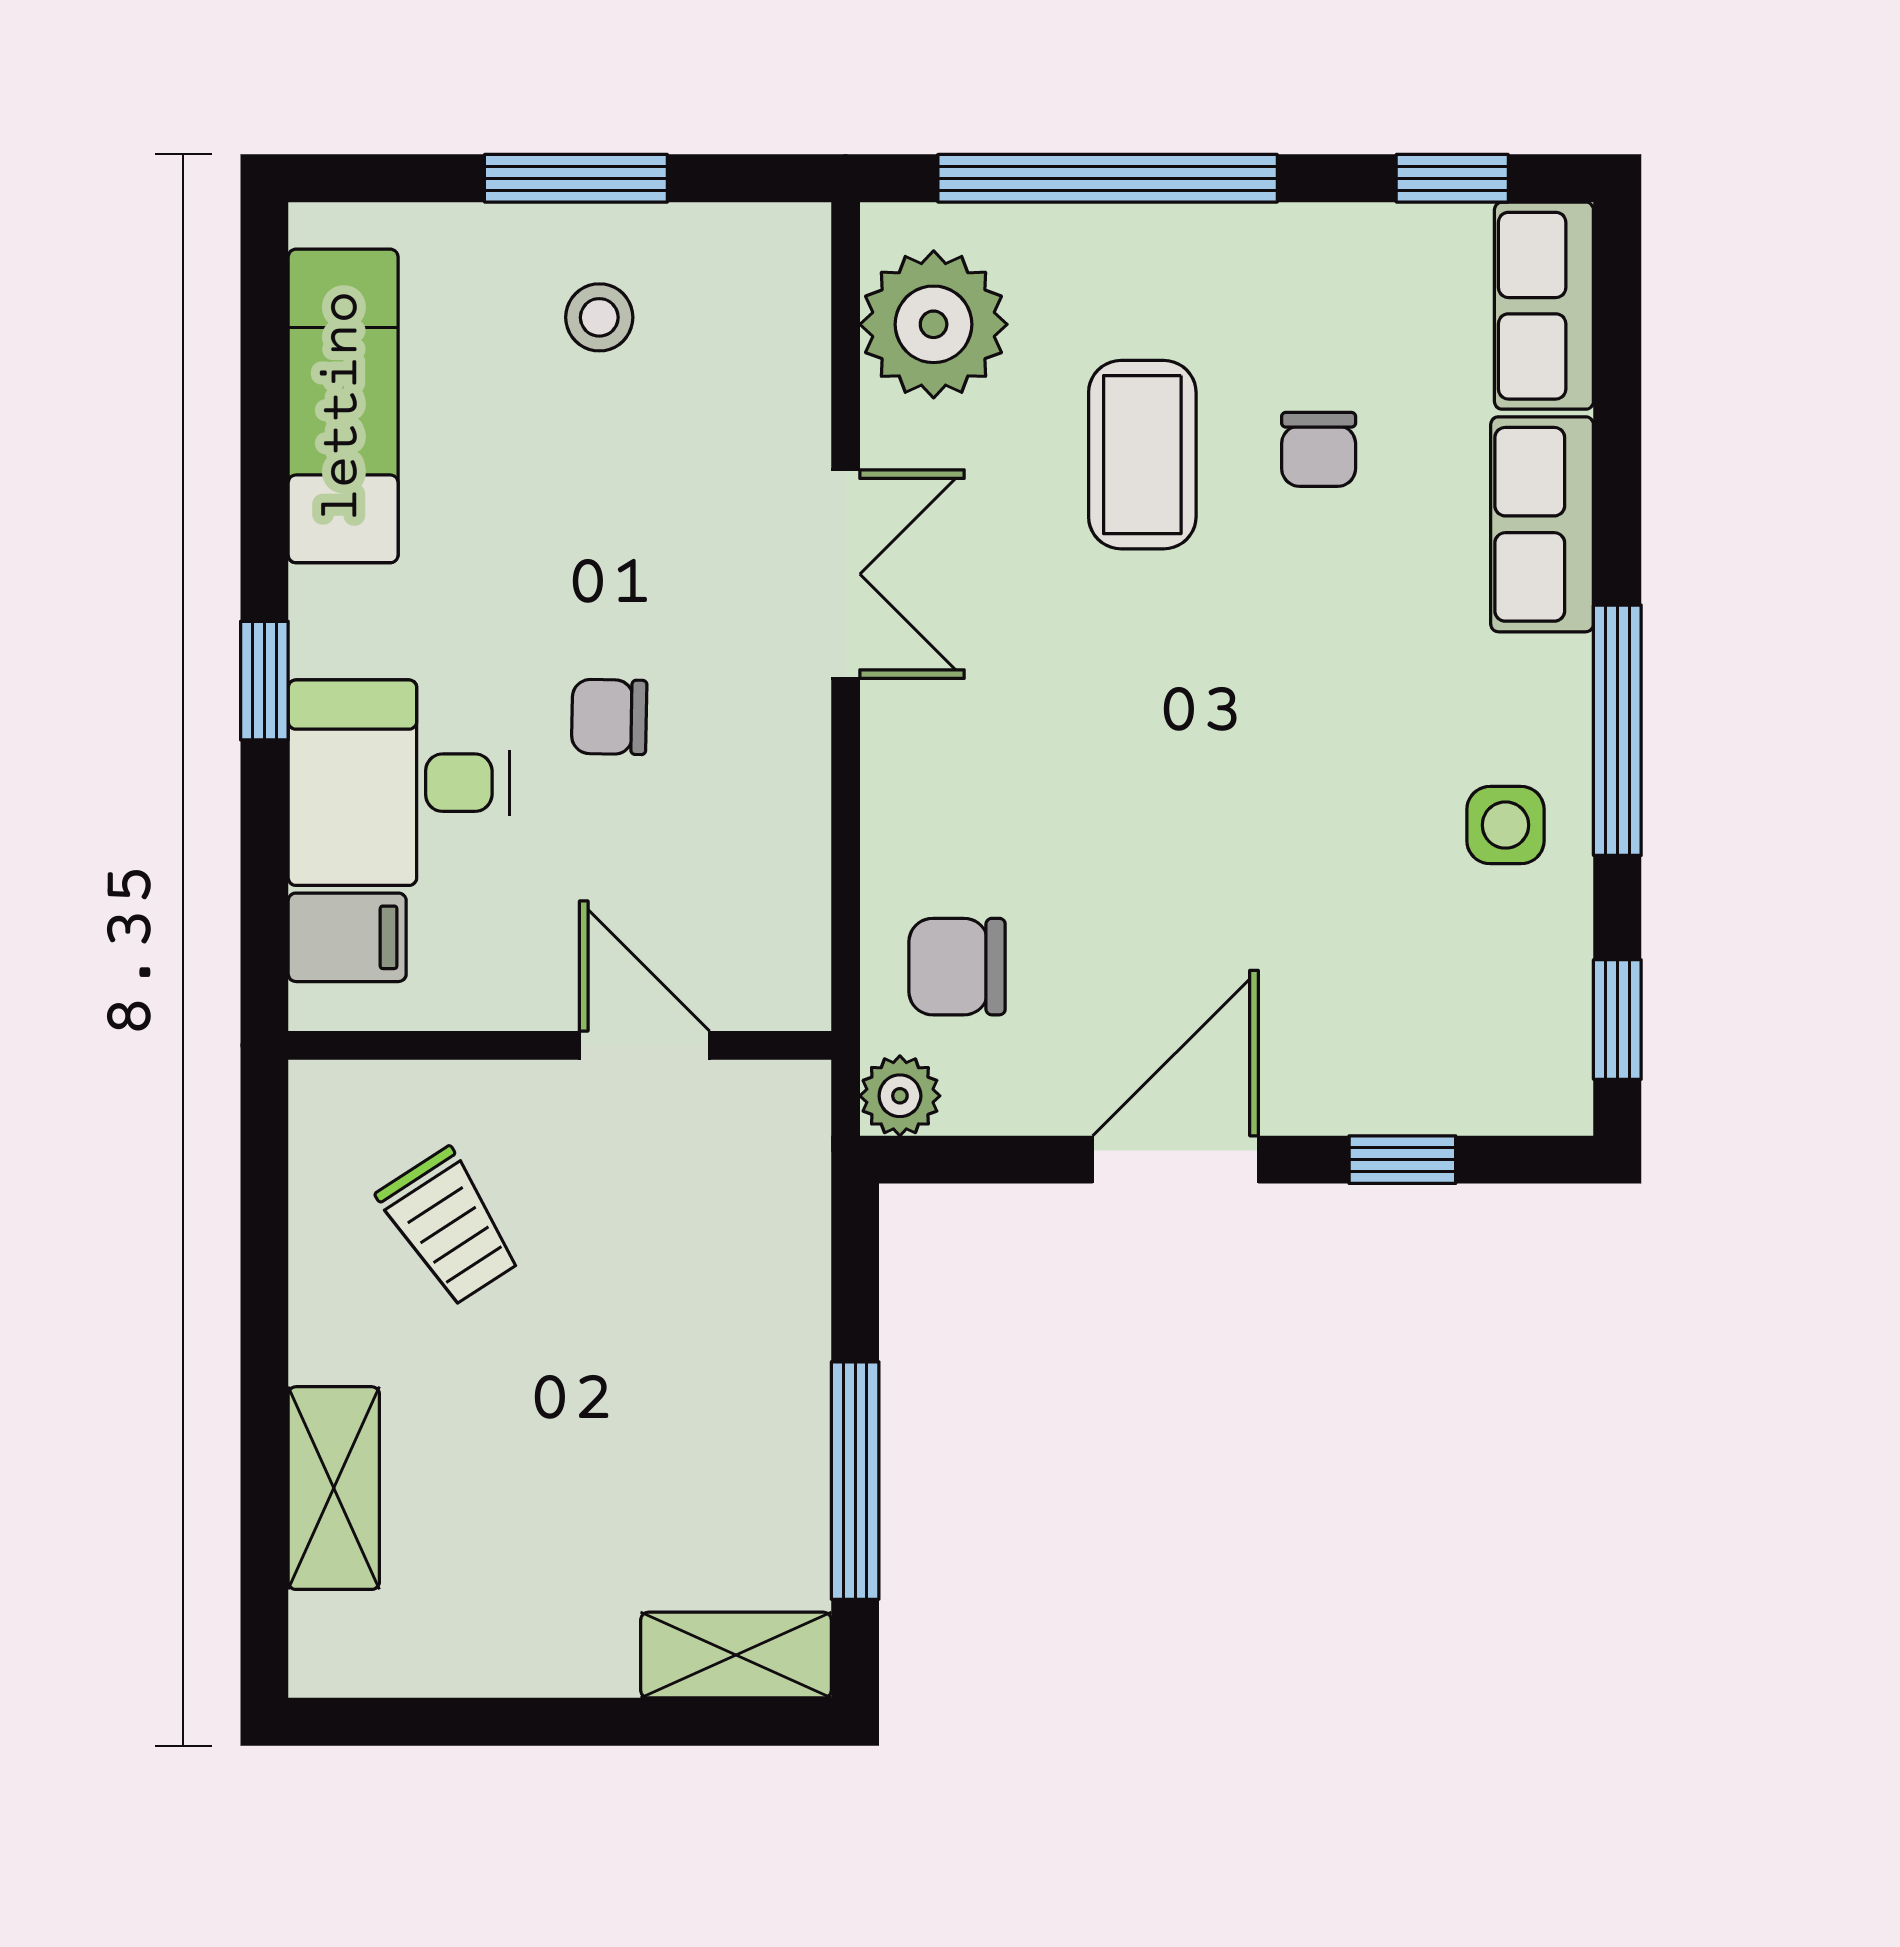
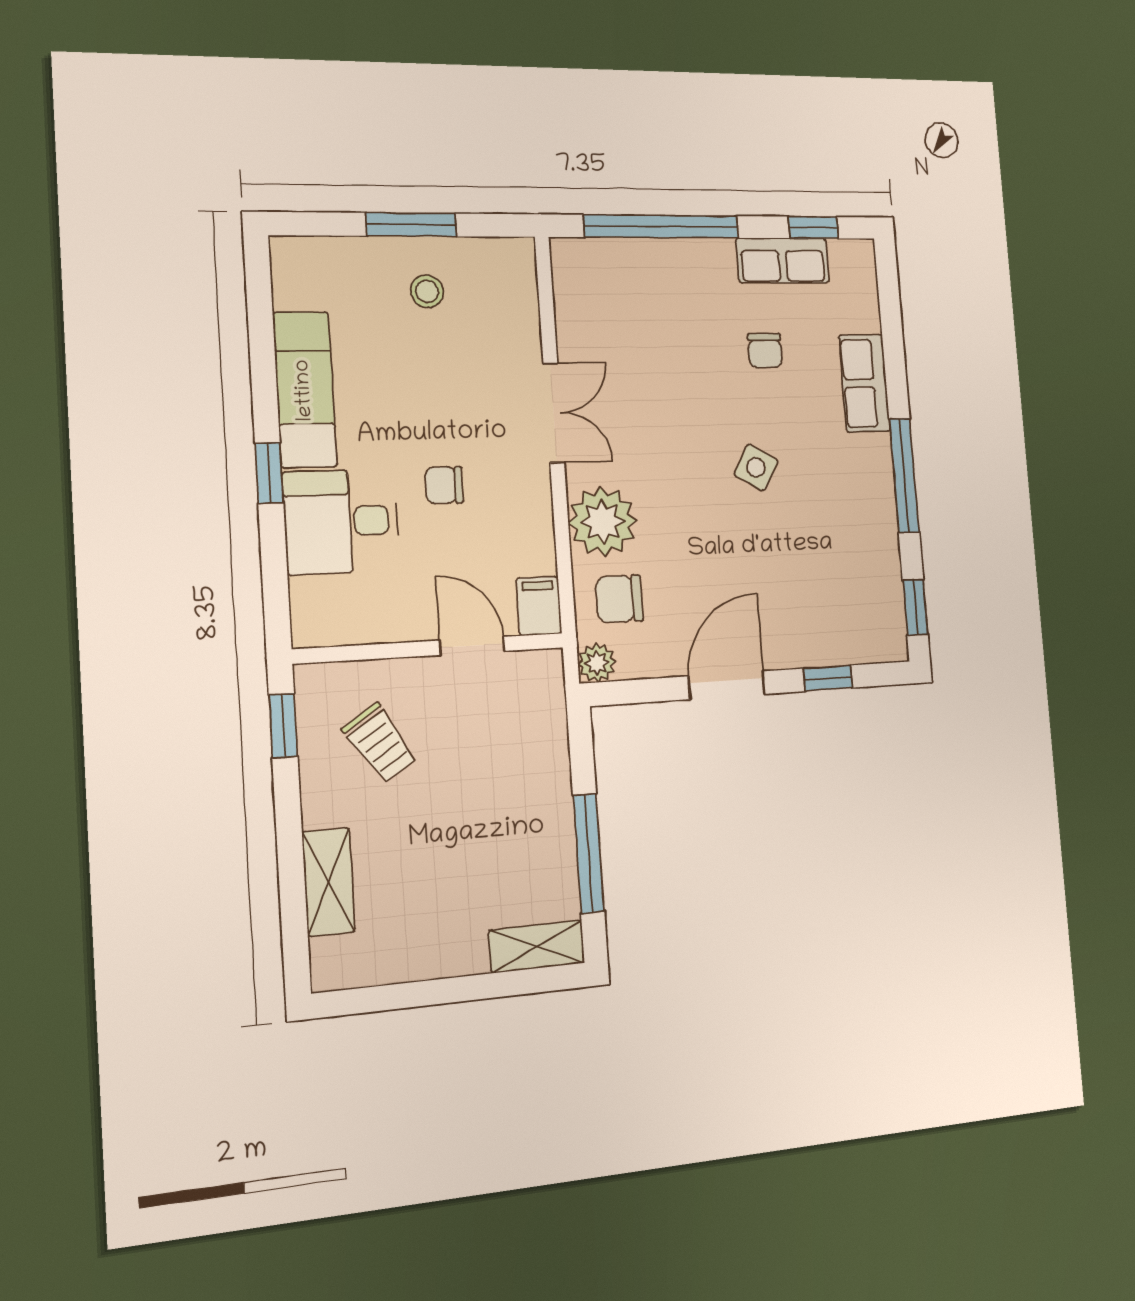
row of seats: (1544, 306) -> (783, 260), moved, turned -90
plant: (934, 324) -> (603, 522), moved
exam couch: (343, 406) -> (305, 390), moved
coffee table: (1142, 455) -> (687, 354), removed
side table: (1505, 825) -> (756, 467), moved, turned 30
filing cabinet: (347, 937) -> (539, 606), moved, turned -90
window: (264, 1179) -> (283, 726), added

